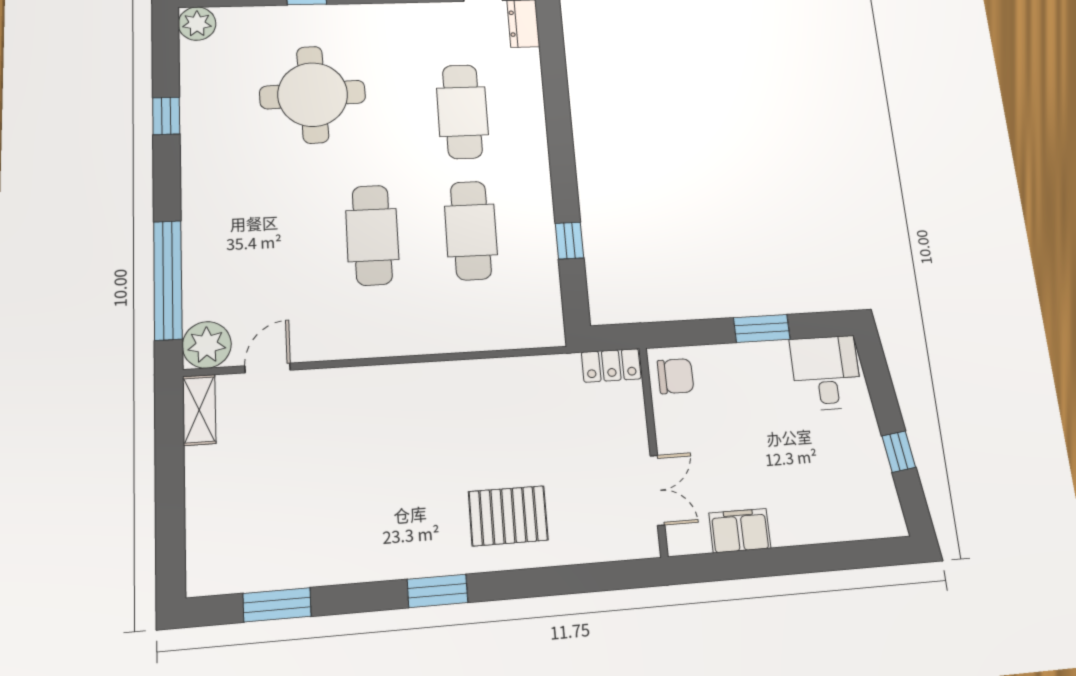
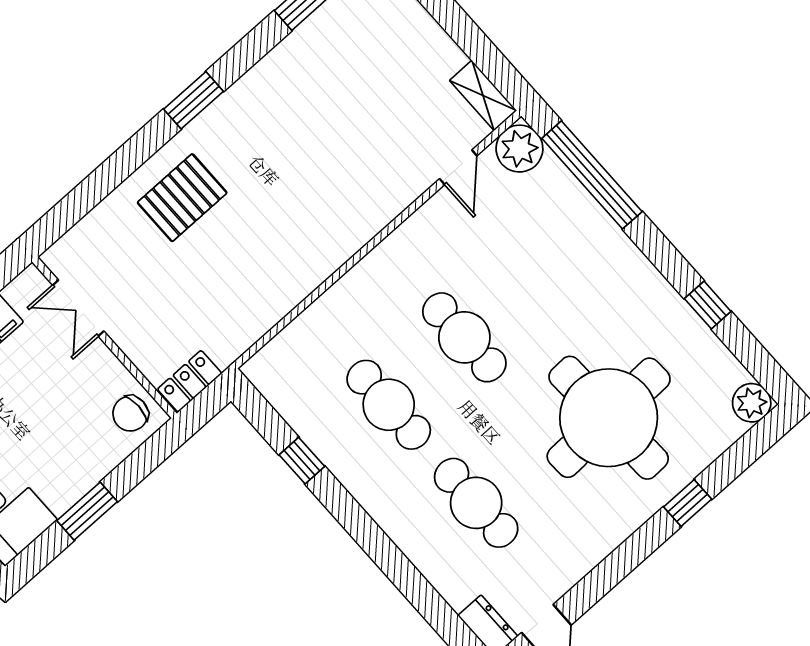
round table: (313, 95) -> (609, 418), width x1.36, depth x1.36

